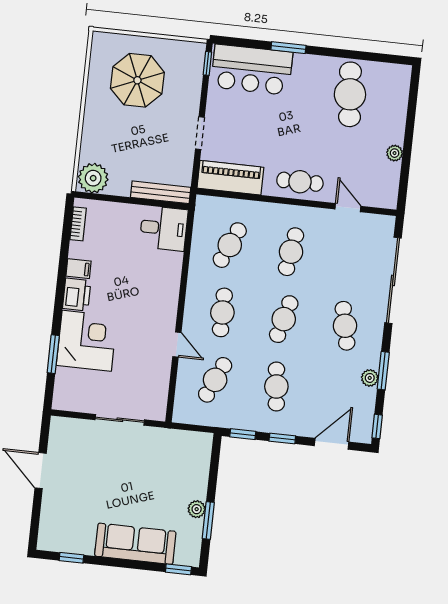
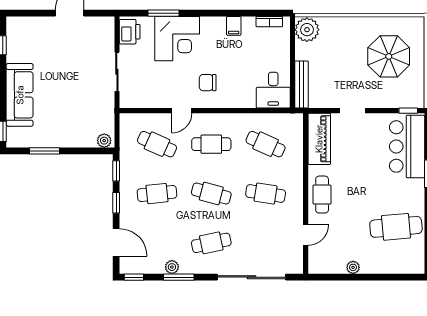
printer: (77, 295) -> (130, 32), moved, turned -90
chair: (145, 309) -> (208, 83), added
plant: (197, 509) -> (104, 141), moved

